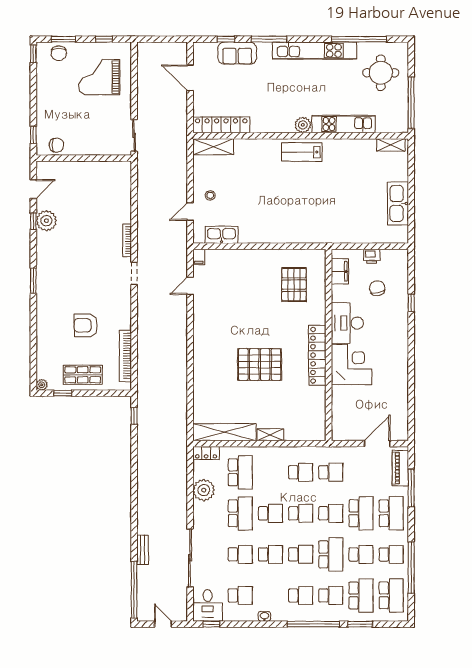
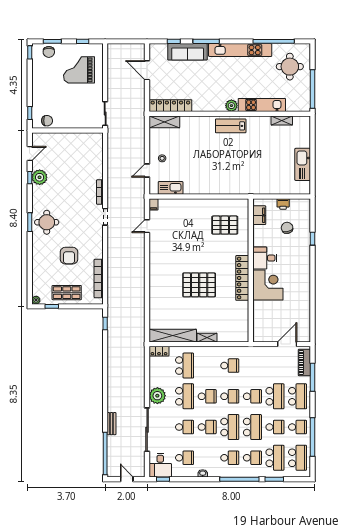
sofa: (237, 53) -> (188, 52), width x1.36
shelving: (391, 145) -> (282, 121), moved
round table: (56, 281) -> (47, 222), added
pallet: (294, 285) -> (225, 225), turned 90
desk: (347, 323) -> (265, 258), width x0.73
armchair: (86, 325) -> (69, 256), turned -90
school desk: (331, 472) -> (252, 366), removed
plant: (204, 490) -> (157, 396), moved
school desk: (301, 554) -> (230, 427), width x1.85

